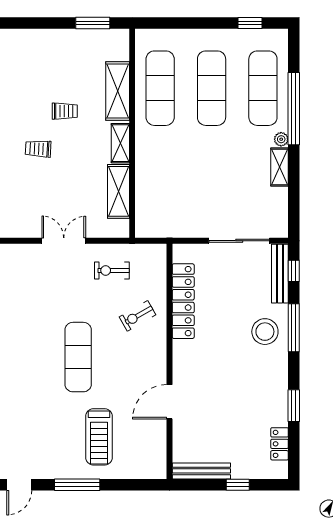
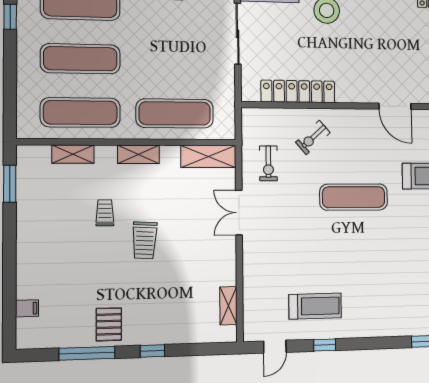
shelving: (118, 91) -> (73, 154), width x0.67, depth x0.75
trolley: (38, 149) -> (145, 240), width x1.36, depth x1.39
exercise mat: (160, 178) -> (175, 113), added
shelving: (119, 191) -> (208, 156), moved
exercise bike: (138, 316) -> (313, 137), turned 78

